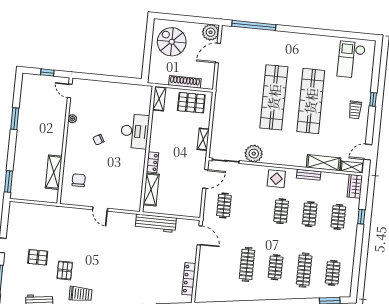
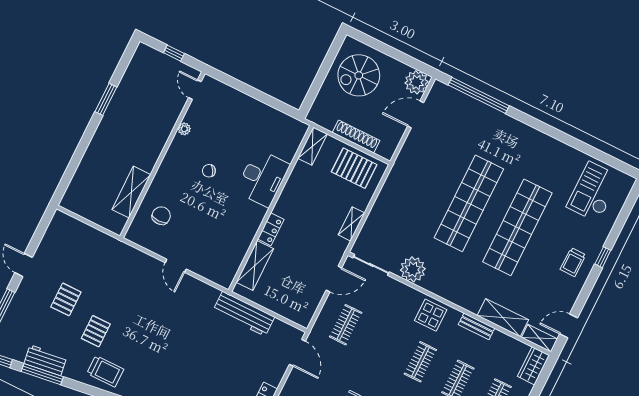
spiral stairs: (172, 42) -> (359, 75), turned -90
window: (8, 181) -> (65, 181), removed
pallet: (38, 257) -> (66, 299), turned 90

